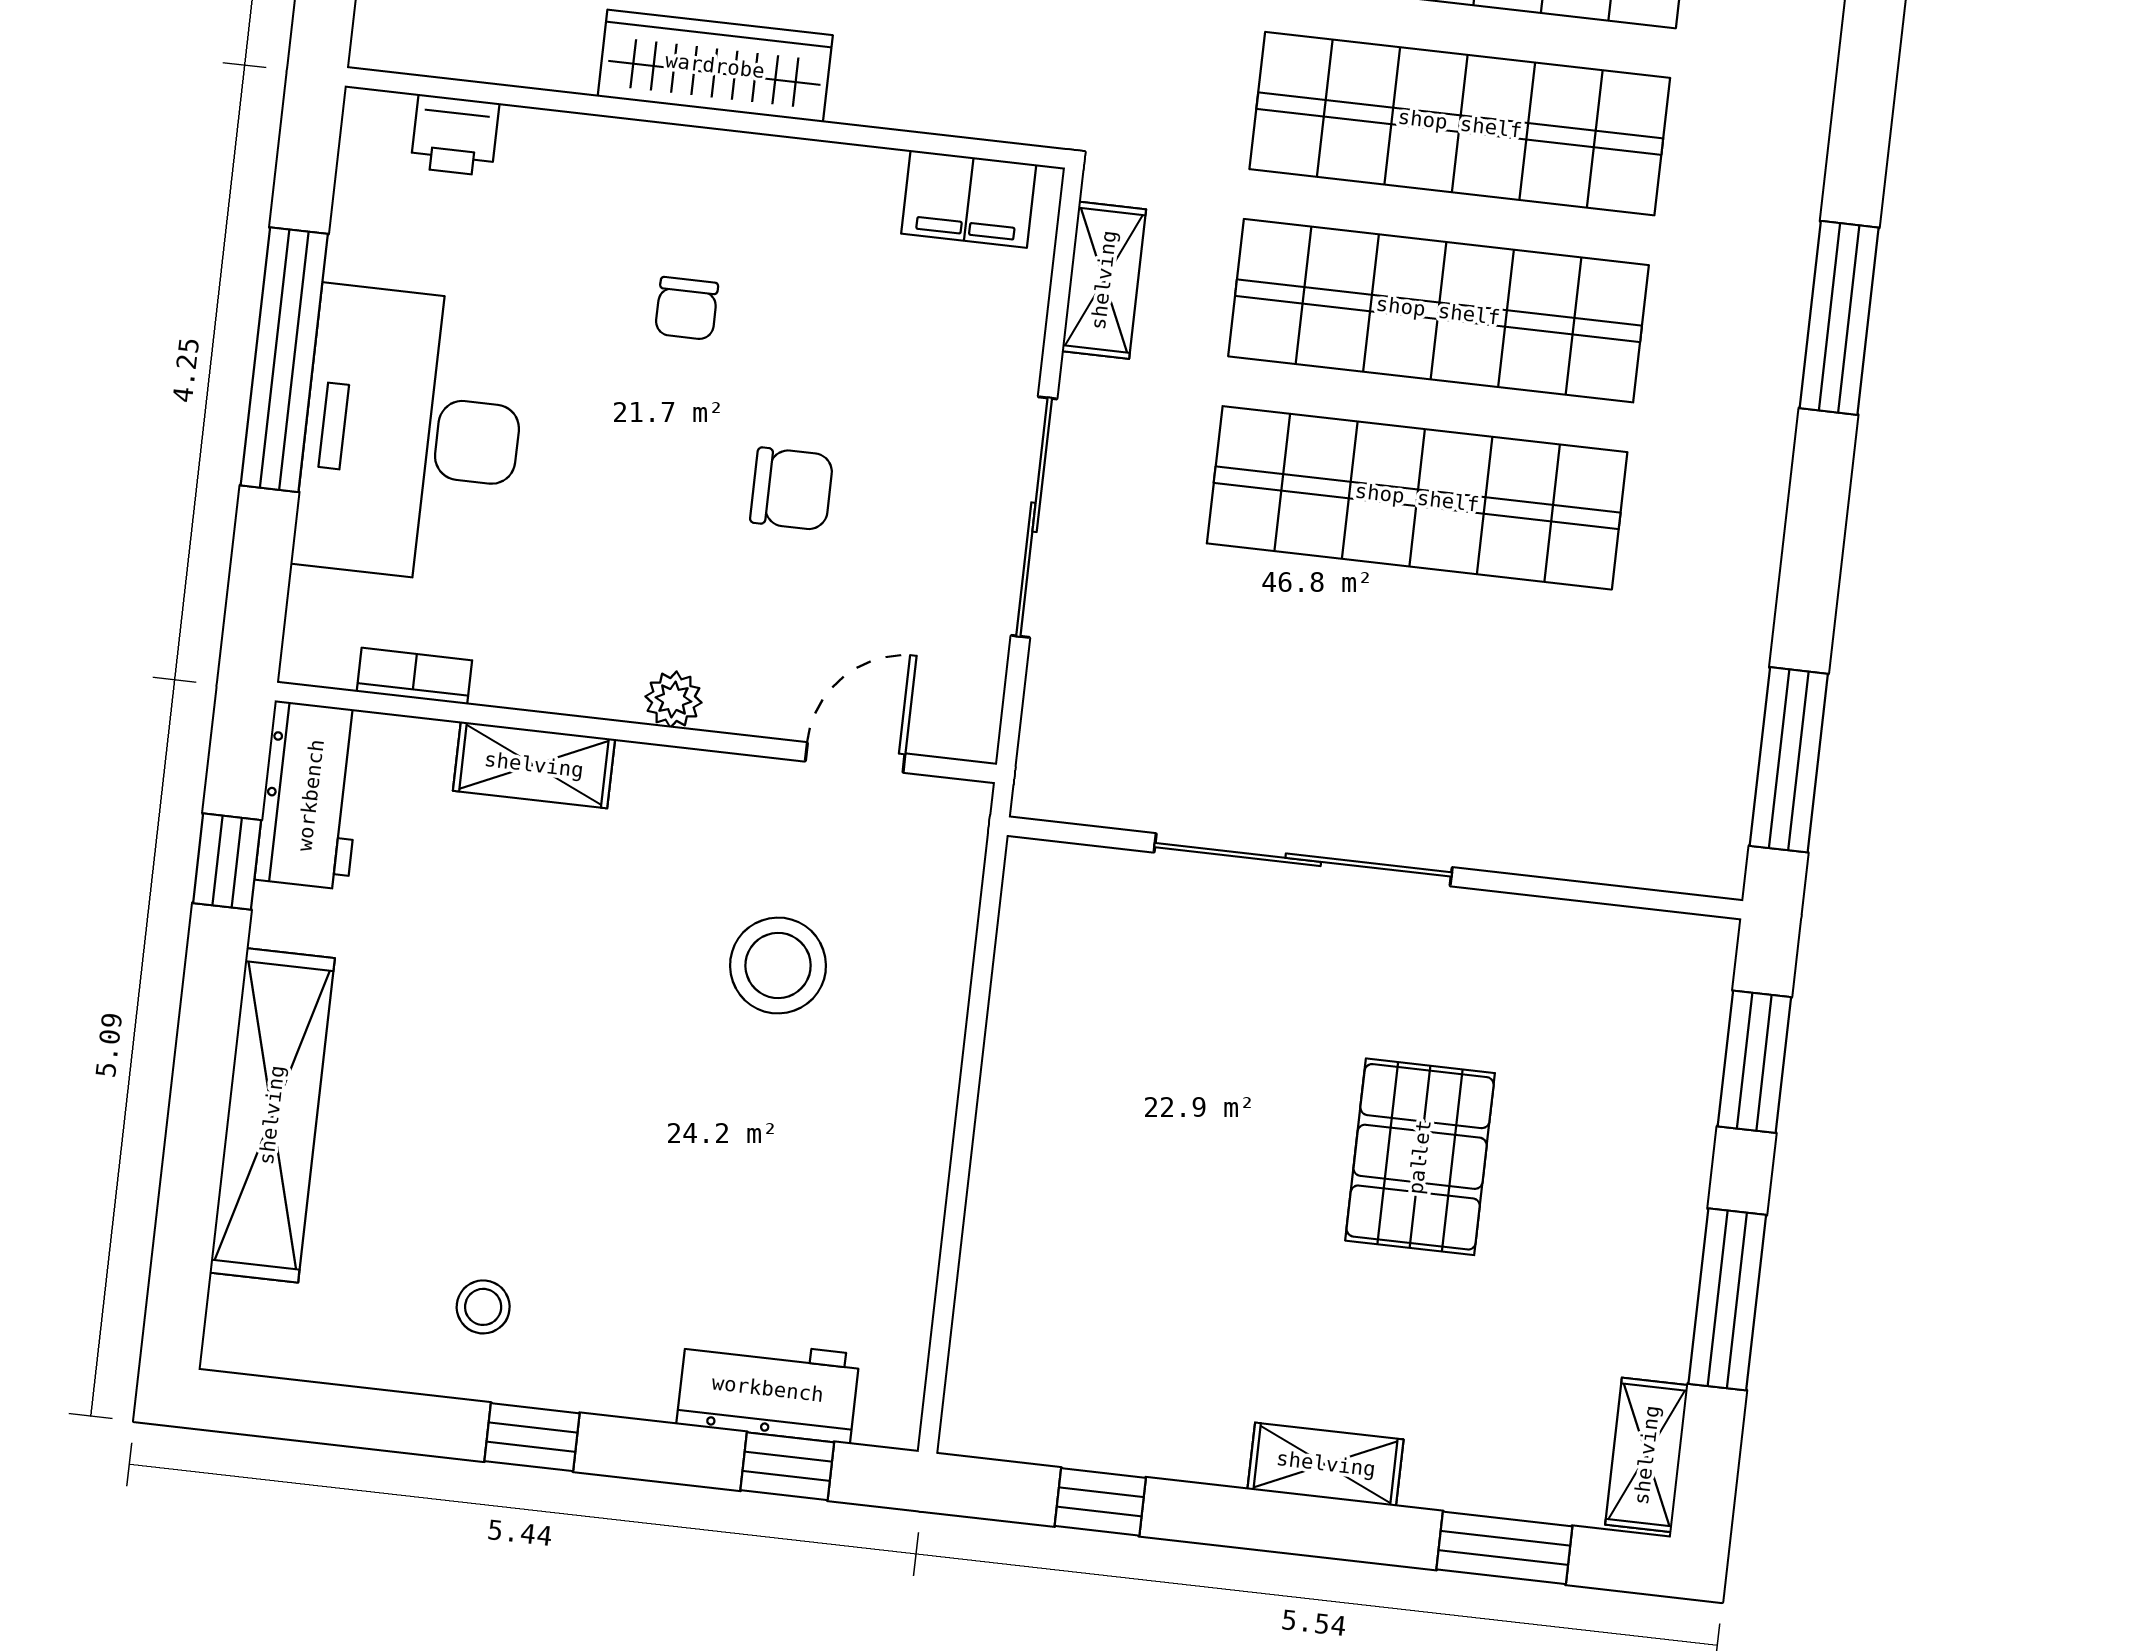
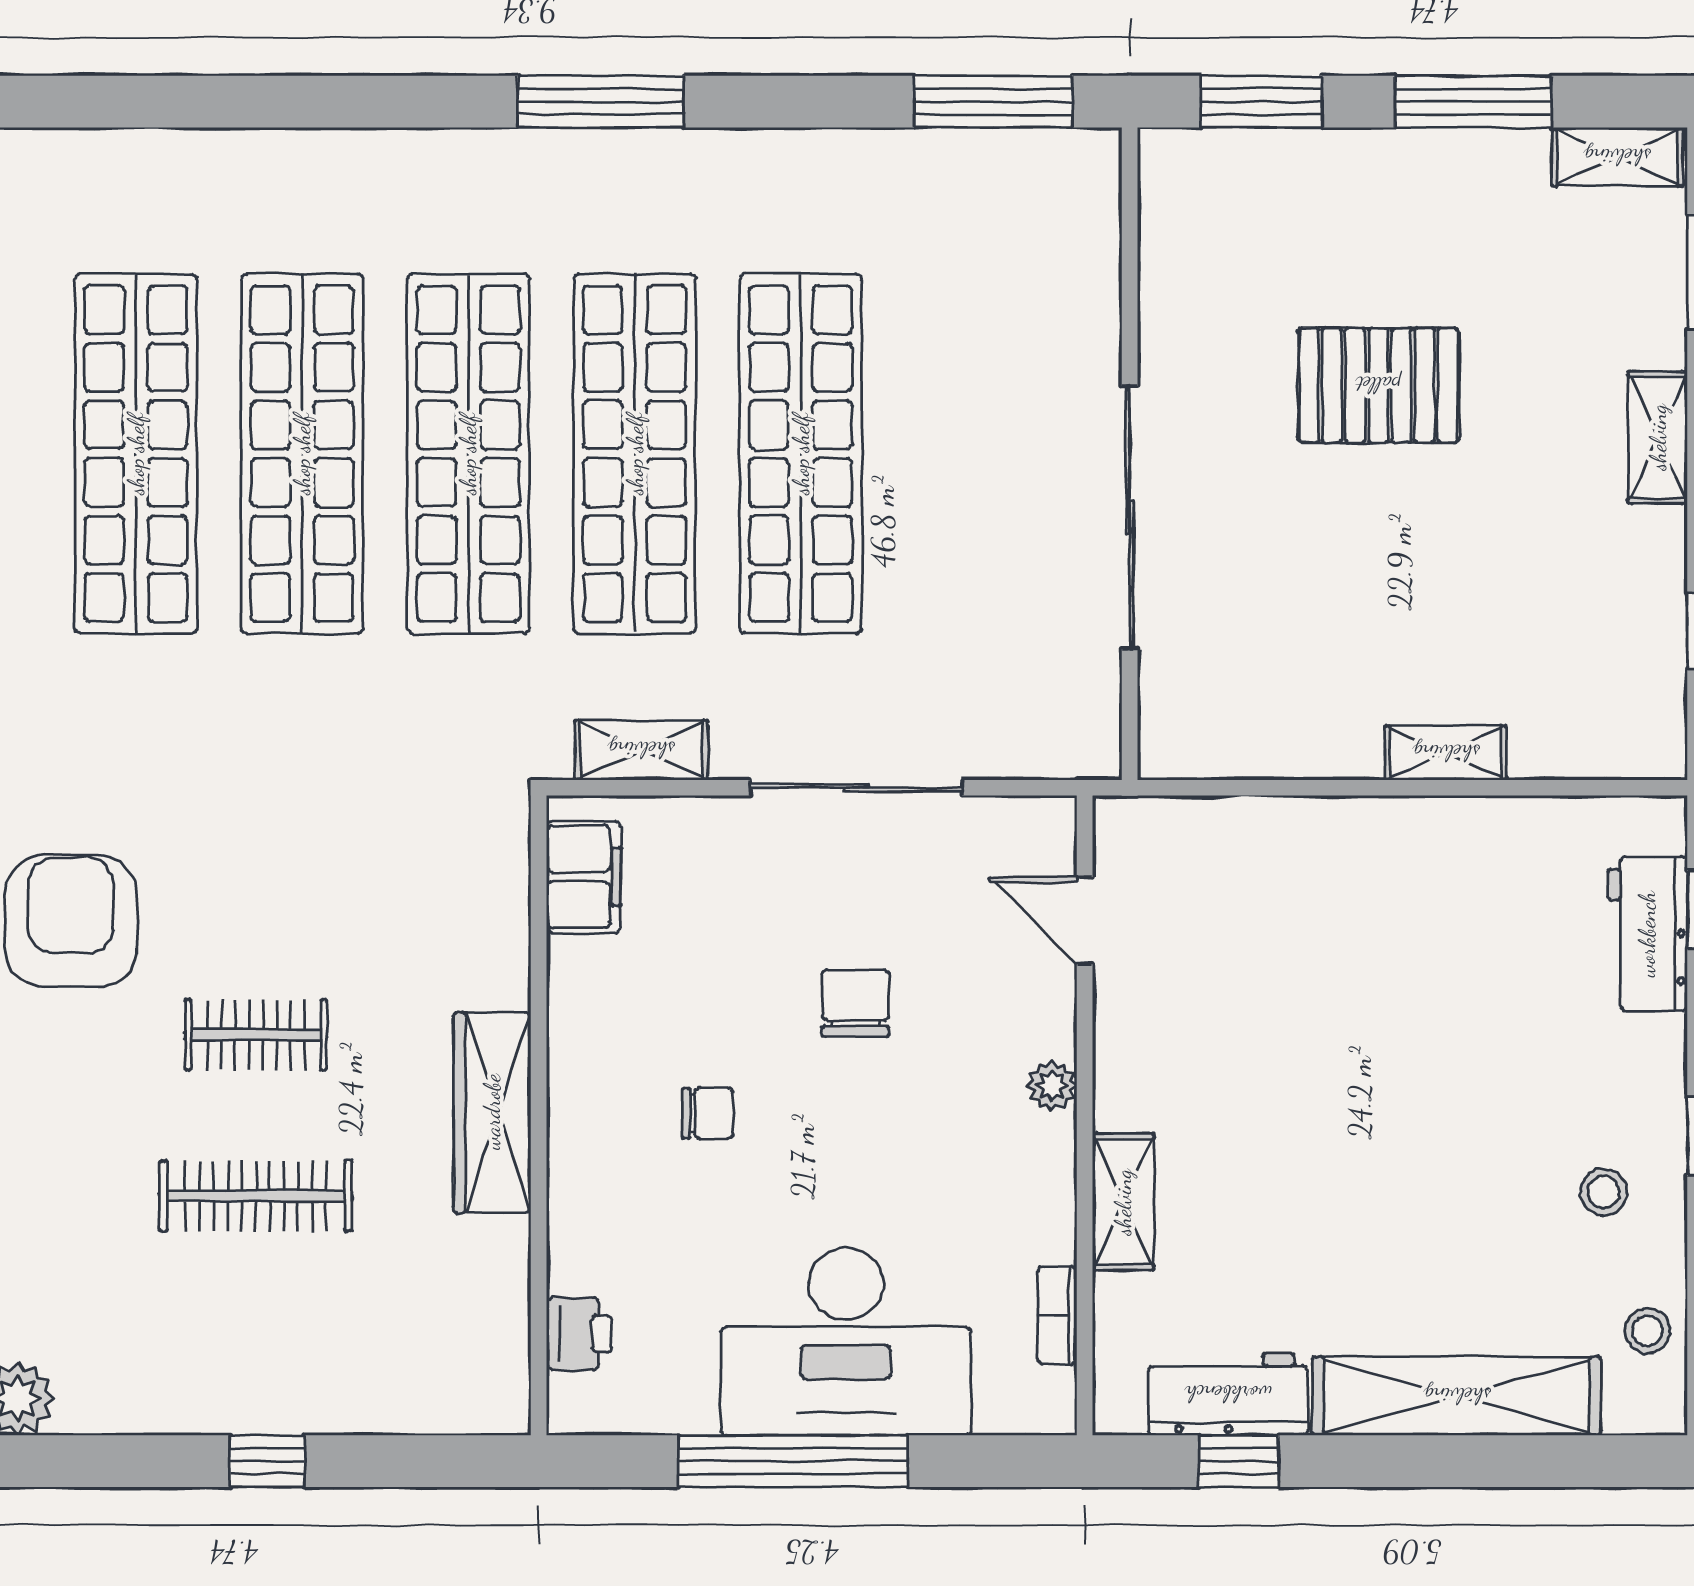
workbench: (311, 795) -> (1228, 1394), moved
stool: (778, 966) -> (1647, 1331), moved, width x0.53, depth x0.53
shelving: (998, 1185) -> (1446, 753), added

